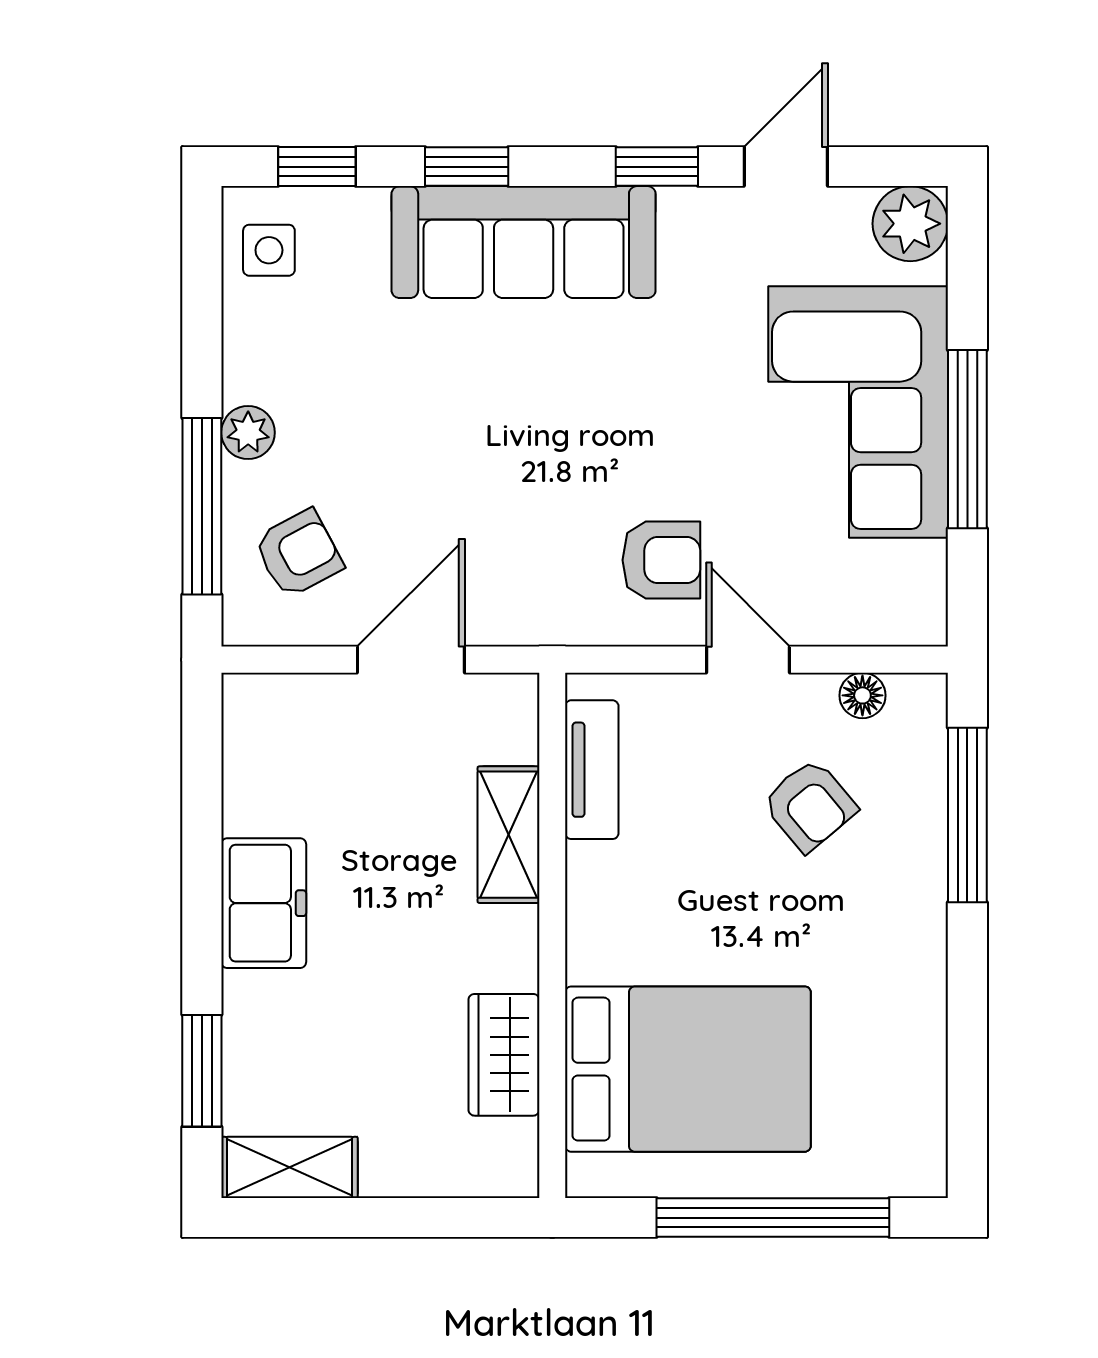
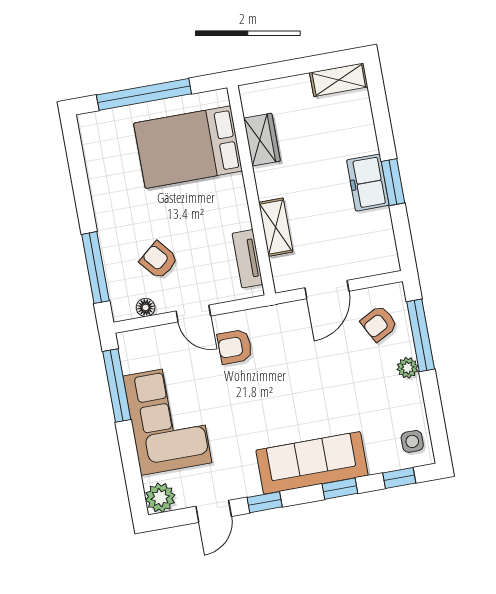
window: (967, 439) -> (117, 386), moved
window: (202, 1071) -> (393, 182), moved

